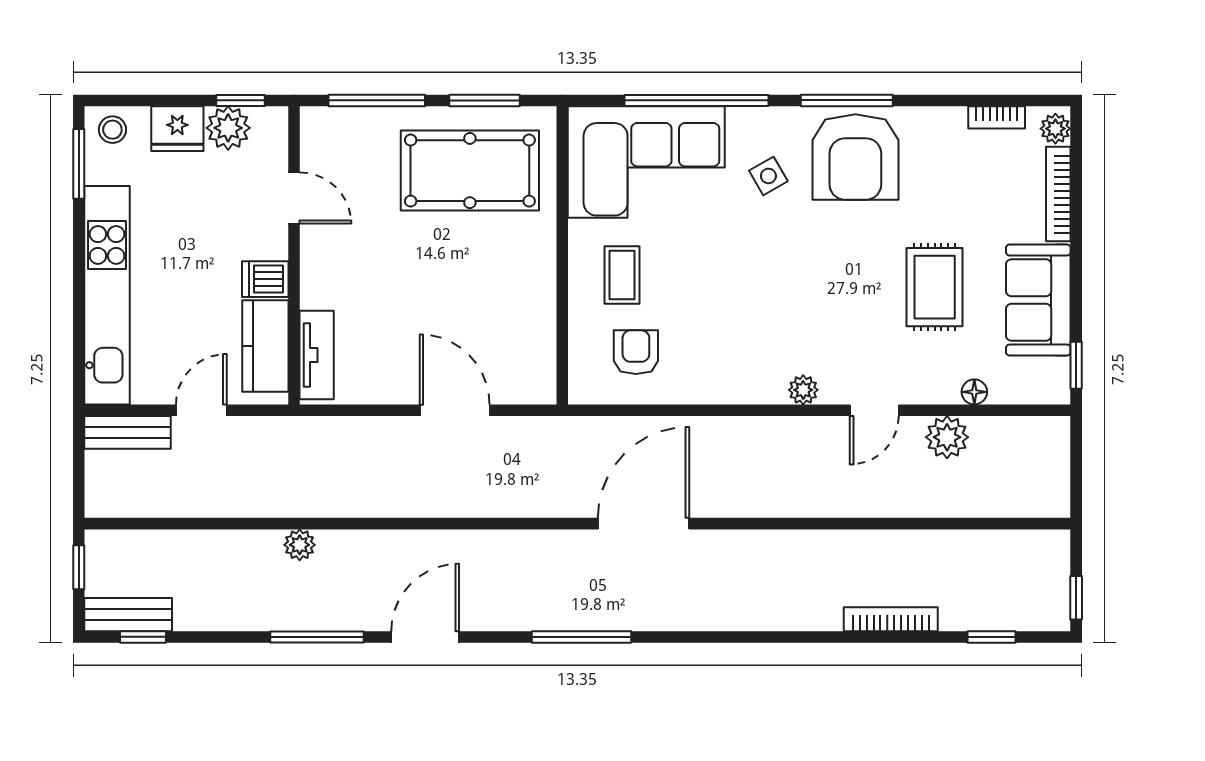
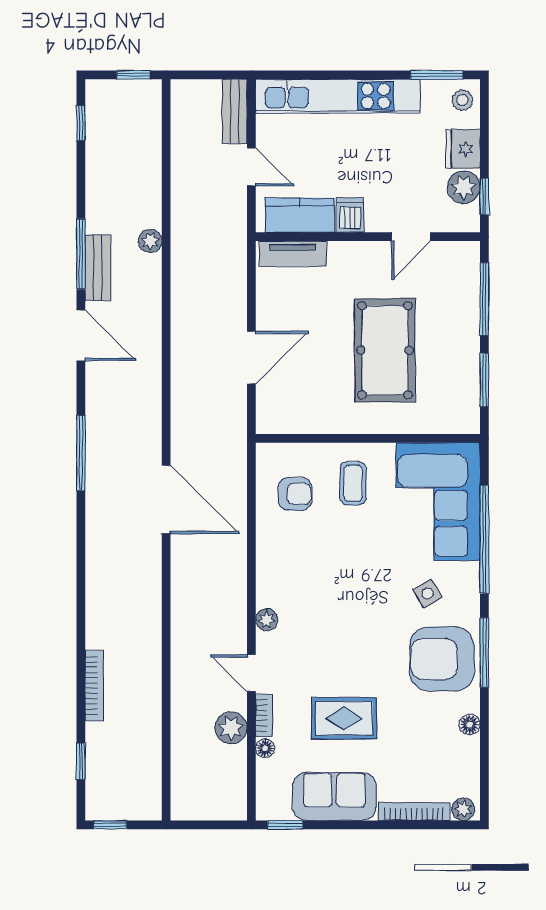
bookcase: (997, 117) -> (264, 715), moved, turned 180
floor lamp: (943, 120) -> (470, 725), added
pool table: (470, 171) -> (385, 350), moved
coffee table: (622, 275) -> (353, 483), turned 90
bench: (128, 615) -> (98, 268), moved

